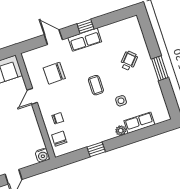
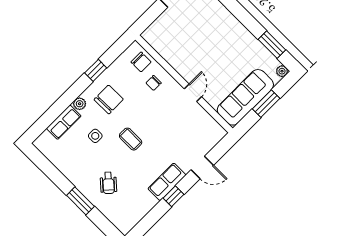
window: (160, 68) -> (80, 201), moved
chair: (54, 73) -> (109, 99), moved
water cooler: (43, 155) -> (150, 35), removed

